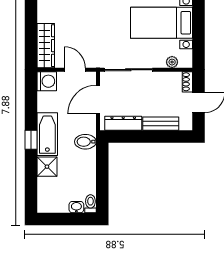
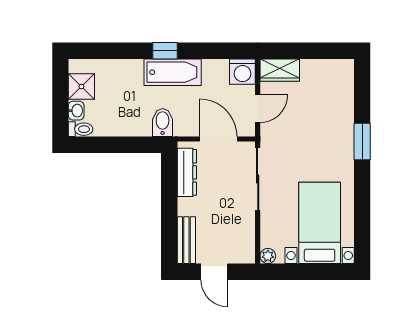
wardrobe: (46, 46) -> (280, 70), width x0.67
plant: (172, 62) -> (268, 256), moved
shoe rack: (187, 82) -> (242, 257), removed
bench: (161, 124) -> (186, 240), moved
shower: (47, 167) -> (81, 87), moved

